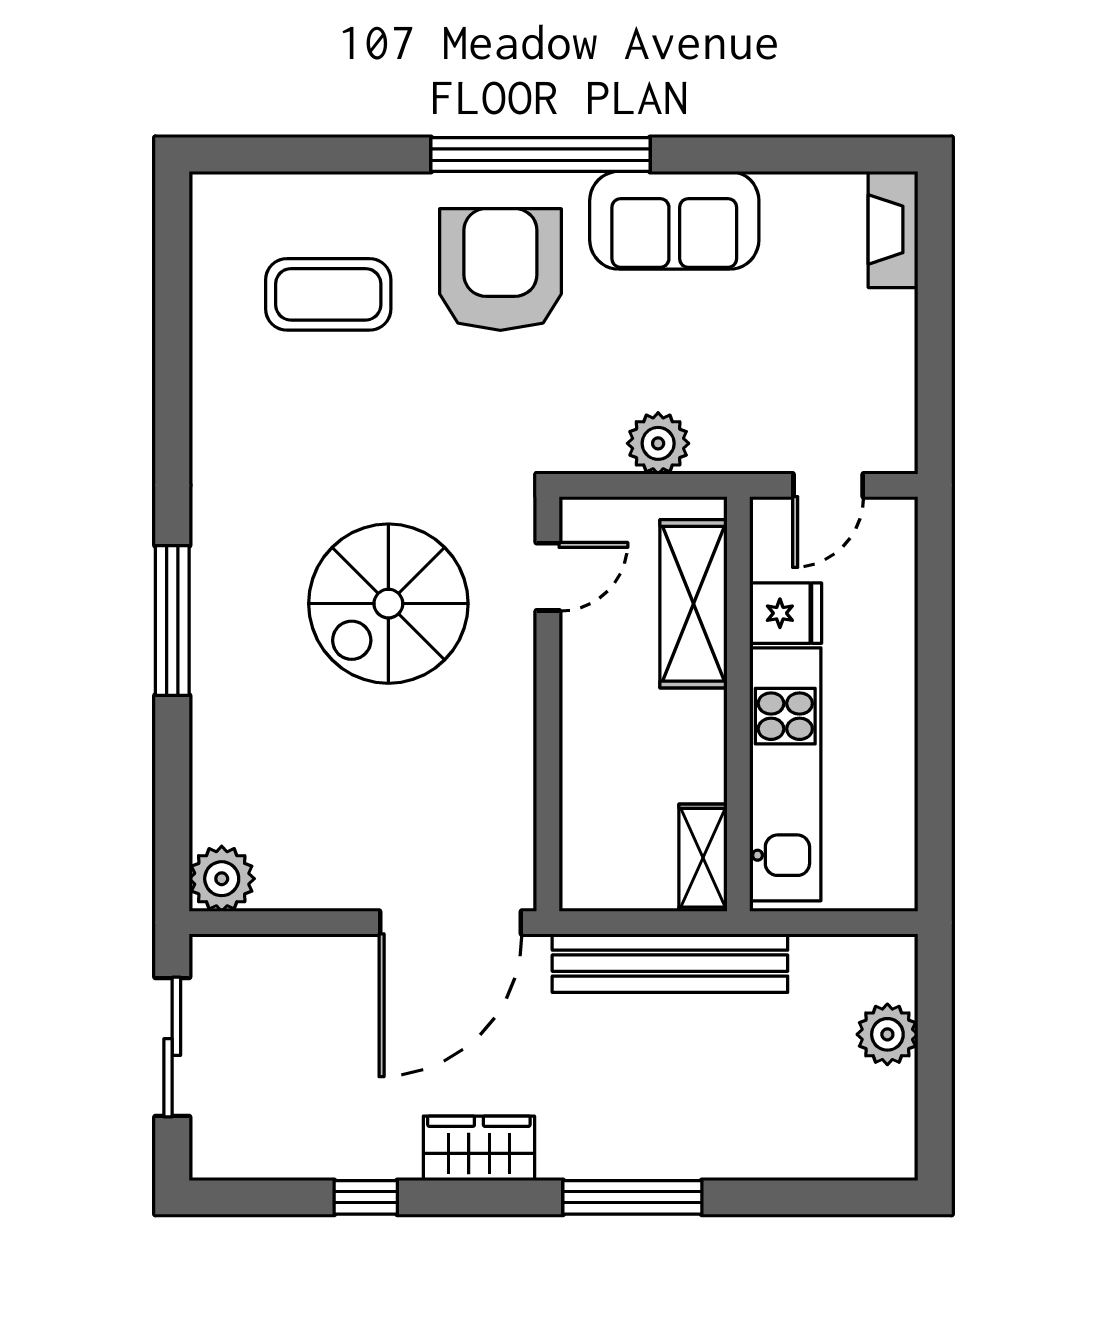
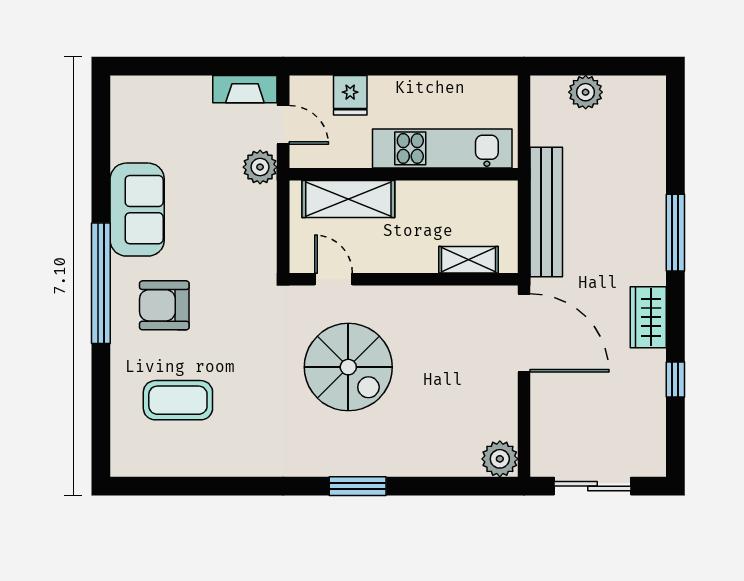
fireplace: (893, 229) -> (245, 89), moved
armchair: (500, 270) -> (164, 305), width x0.73, depth x0.73
coffee table: (328, 294) -> (178, 400), turned 90
plant: (658, 443) -> (260, 167), moved
fridge: (786, 613) -> (350, 95), moved, turned 180
window: (172, 620) -> (358, 486), width x0.69
shelving: (703, 858) -> (469, 260), moved

